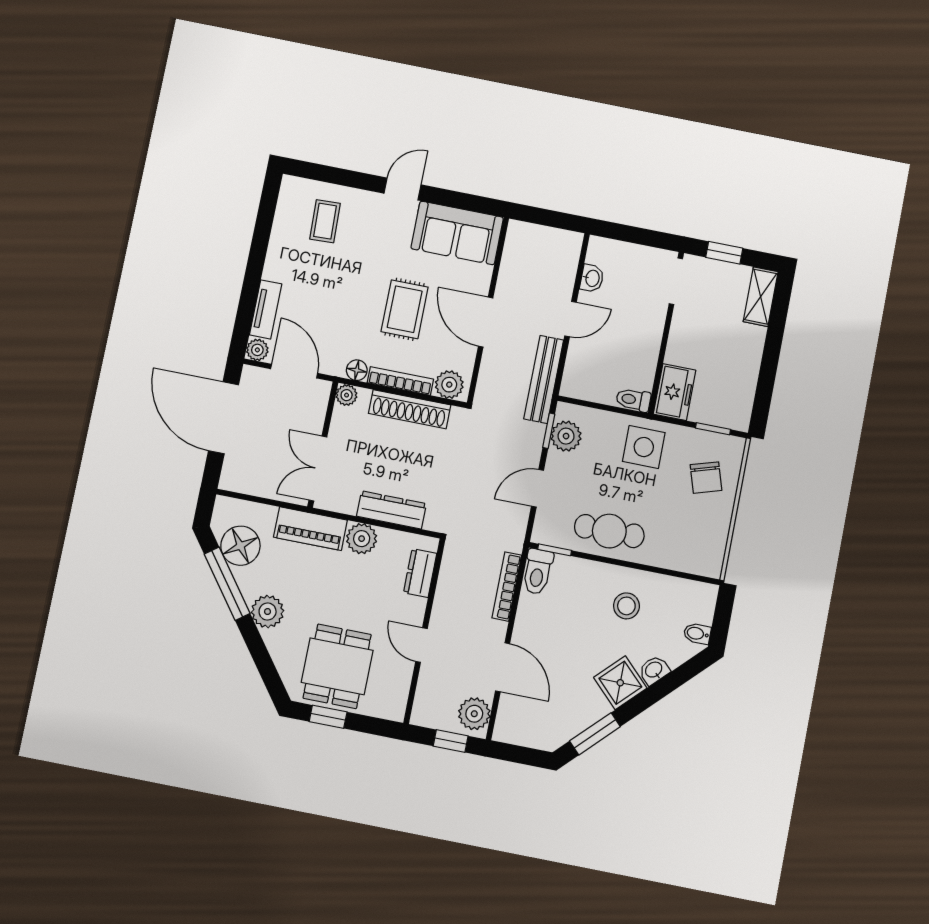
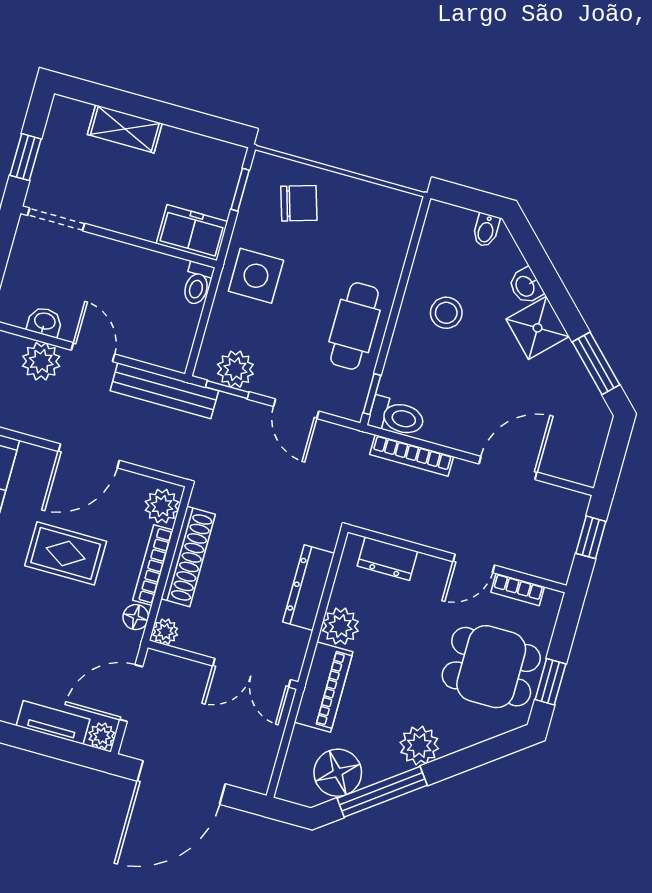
shelving: (761, 297) -> (125, 129), moved
bookcase: (403, 683) -> (518, 590), added
plant: (474, 714) -> (41, 361), moved

